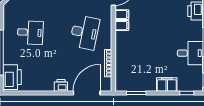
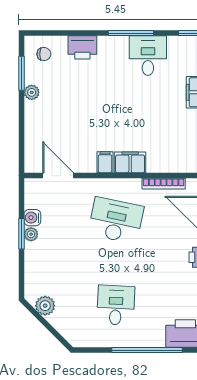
filing cabinet: (122, 15) -> (130, 162), moved, width x2.00

